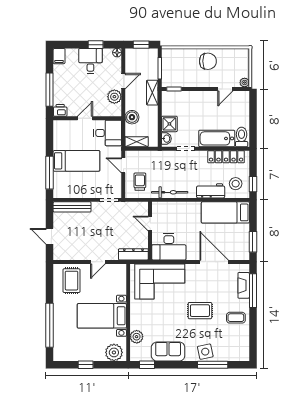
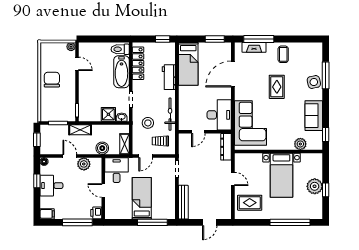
stool: (236, 184) -> (148, 123), moved
plant: (114, 352) -> (315, 186), moved

